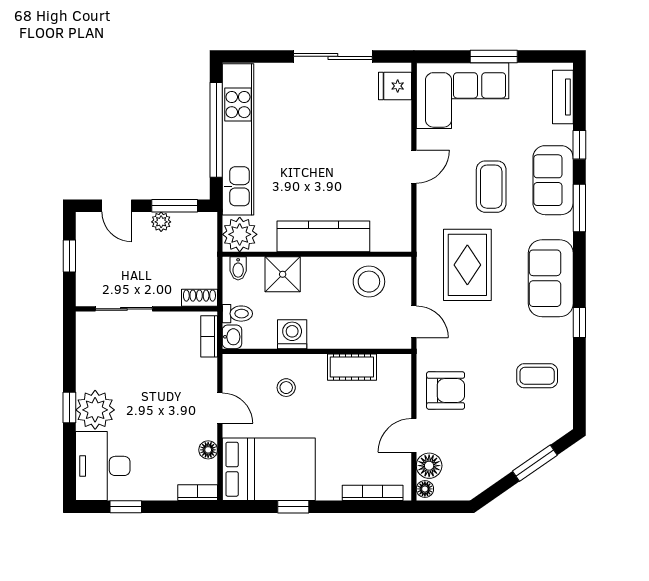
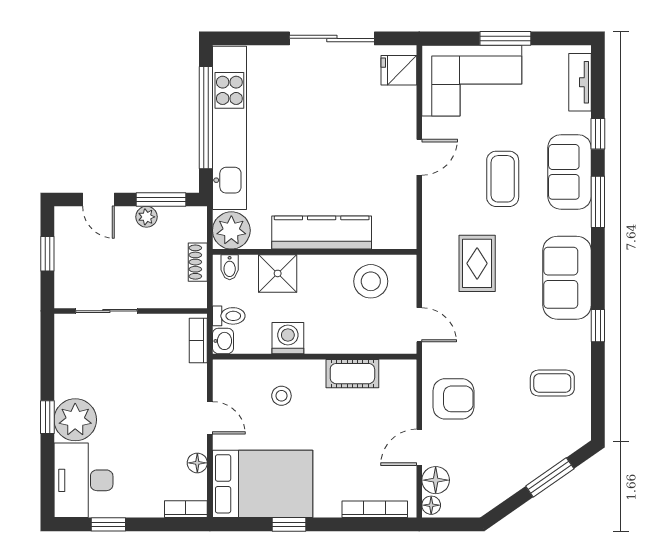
rug: (467, 265) -> (477, 263), width x0.73, depth x0.70
shoe rack: (199, 298) -> (198, 262), moved, turned -90

